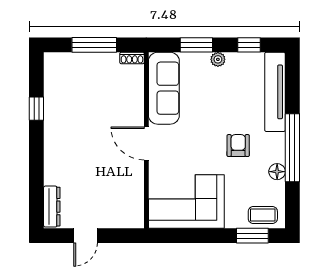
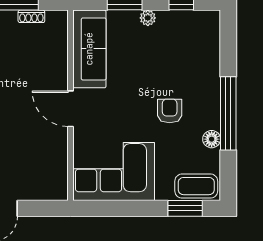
shoe rack: (132, 58) -> (31, 16), moved
tv unit: (275, 92) -> (209, 53), removed
coffee table: (263, 215) -> (196, 186), width x1.36, depth x1.30

